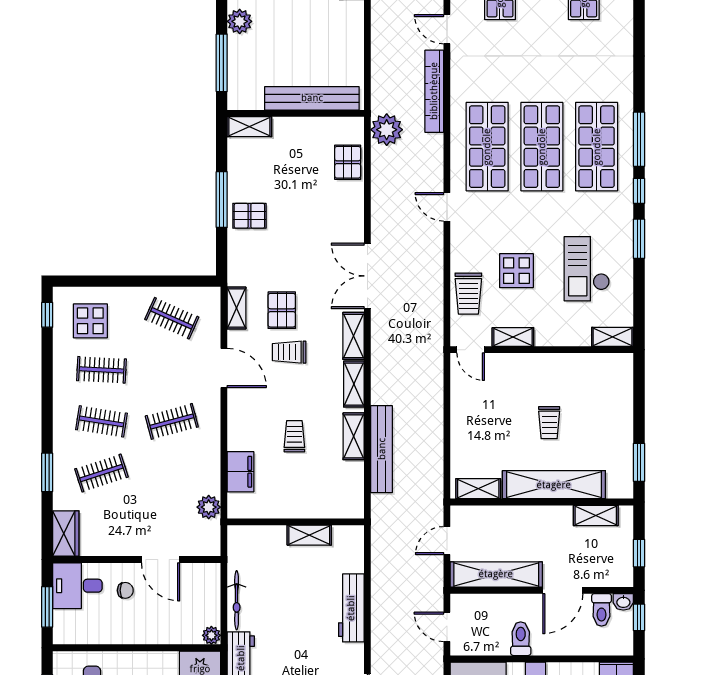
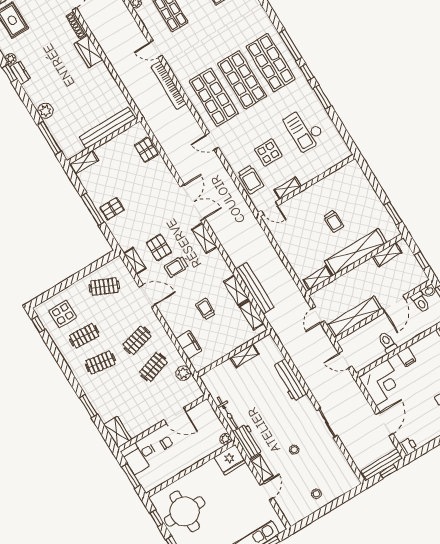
plant: (387, 130) -> (156, 120), removed
double door: (367, 276) -> (193, 203), swing flipped
shelving: (613, 337) -> (339, 156), removed
shelving: (354, 384) -> (252, 315), moved
clothes rail: (101, 473) -> (153, 367), moved

